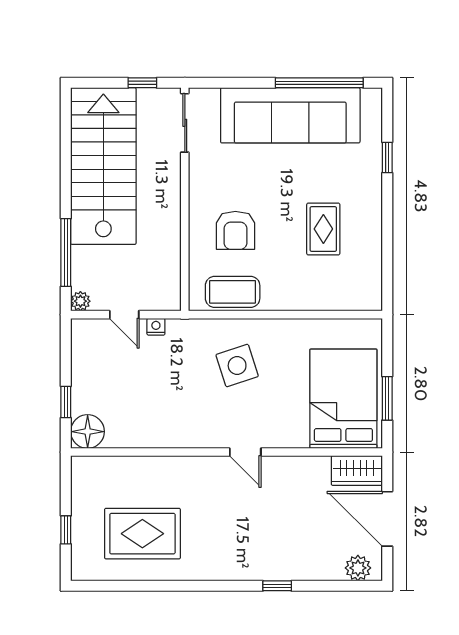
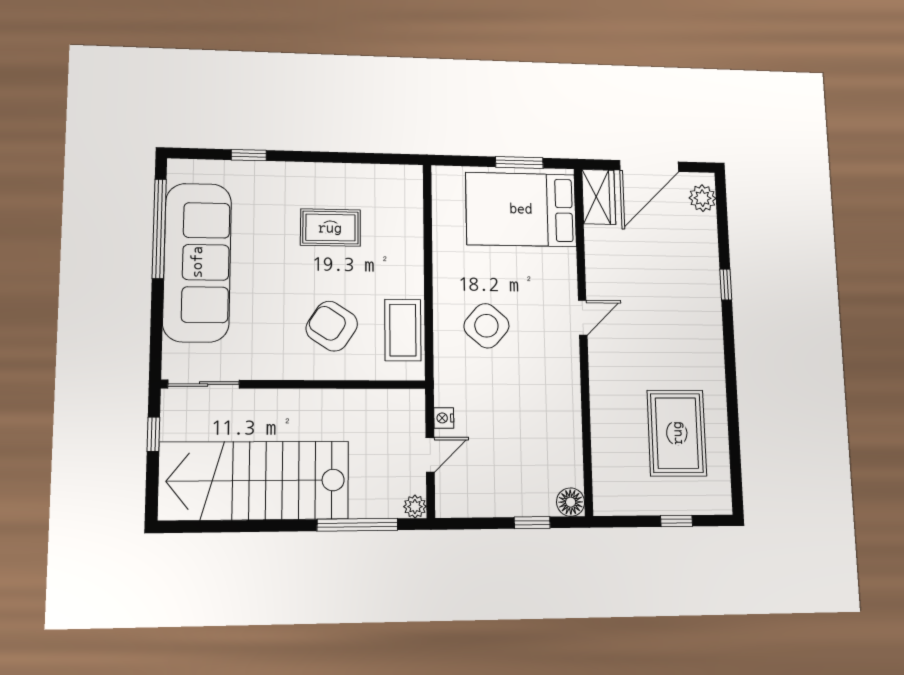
armchair: (235, 230) -> (332, 326), turned -147
side table: (237, 366) -> (486, 326), turned -31
floor lamp: (88, 432) -> (571, 502), width x0.73, depth x0.73

